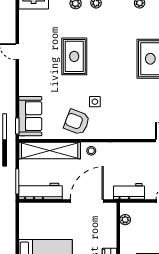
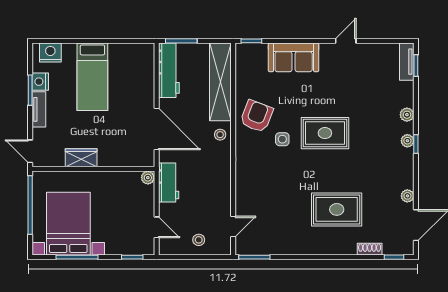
rug: (74, 56) -> (325, 133), moved
sofa: (30, 116) -> (294, 57), moved
plant: (125, 220) -> (148, 178), moved

